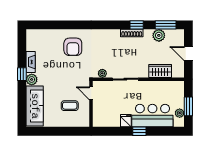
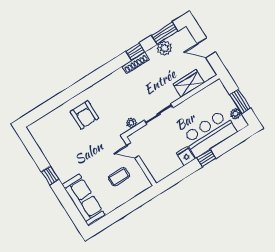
fireplace: (31, 62) -> (51, 157), removed
plant: (32, 79) -> (64, 175), removed

